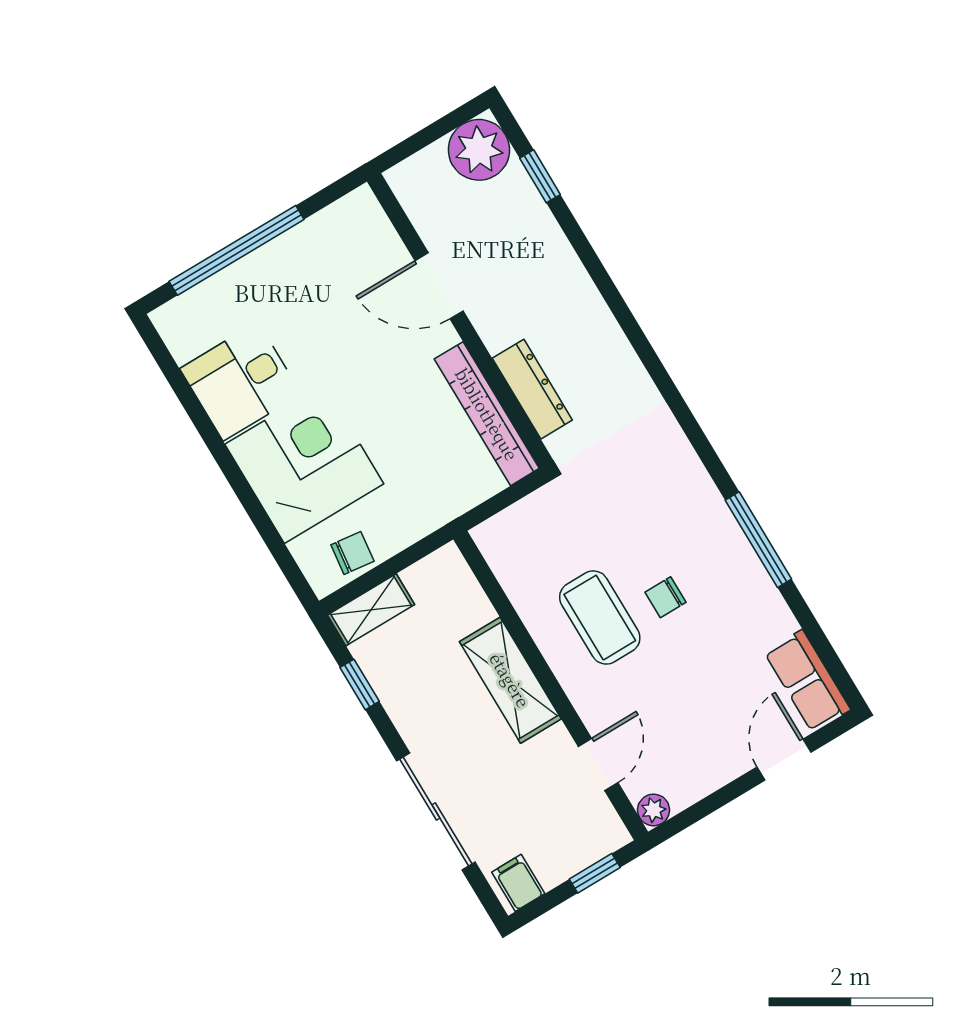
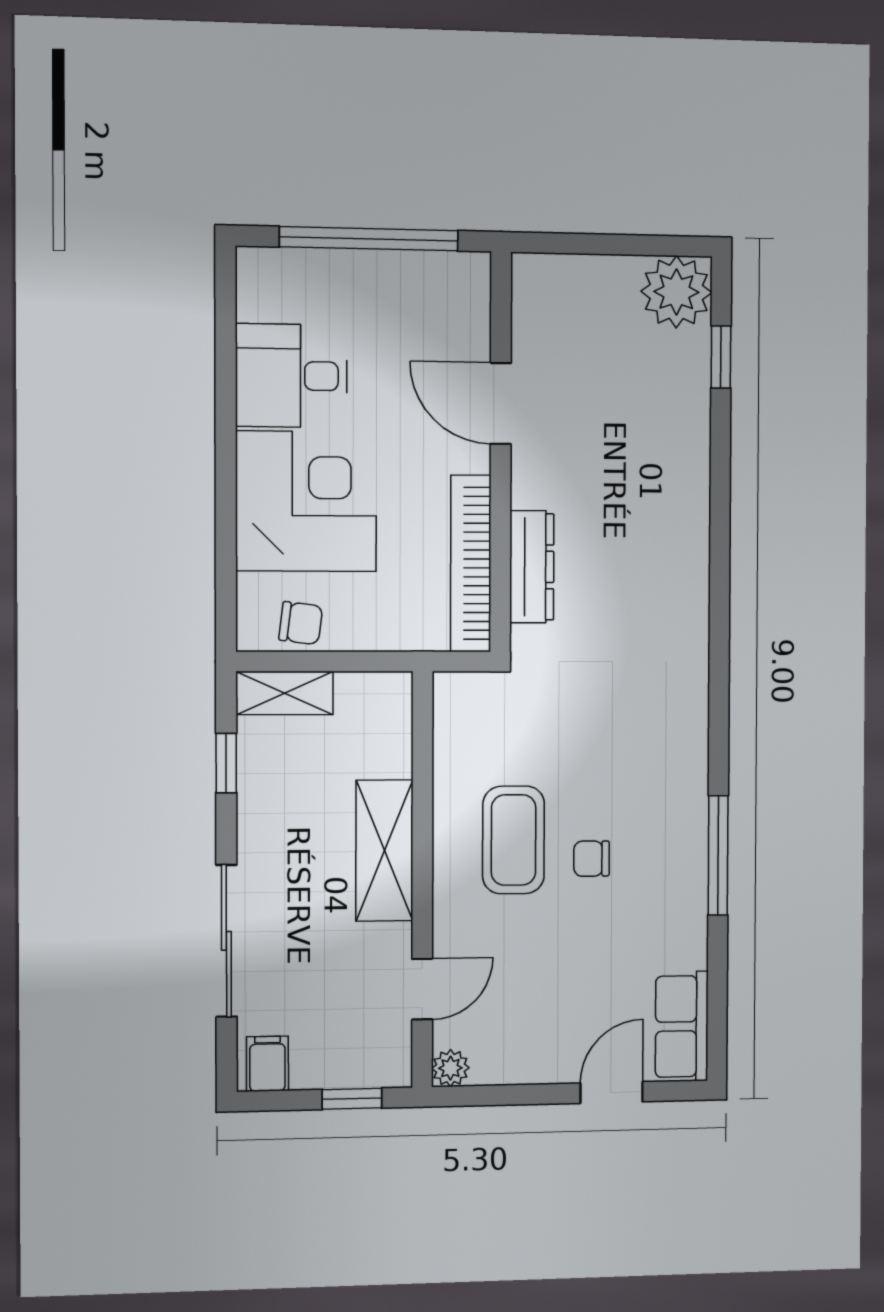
door: (439, 286) -> (501, 403), moved
wall: (460, 321) -> (501, 452), moved
dresser: (532, 389) -> (532, 567), moved
bookcase: (487, 414) -> (471, 564), moved

